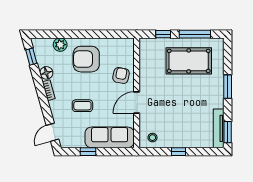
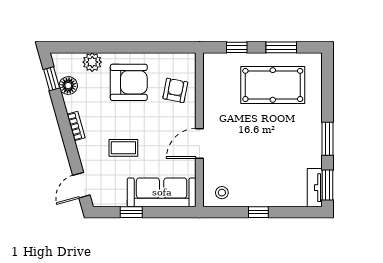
window: (195, 34) -> (281, 47), width x0.69
armchair: (86, 59) -> (129, 82), turned 180
floor lamp: (46, 73) -> (68, 86), moved
armchair: (121, 75) -> (175, 90), moved
window: (228, 87) -> (327, 139), moved
tv unit: (219, 128) -> (315, 188), width x0.71

